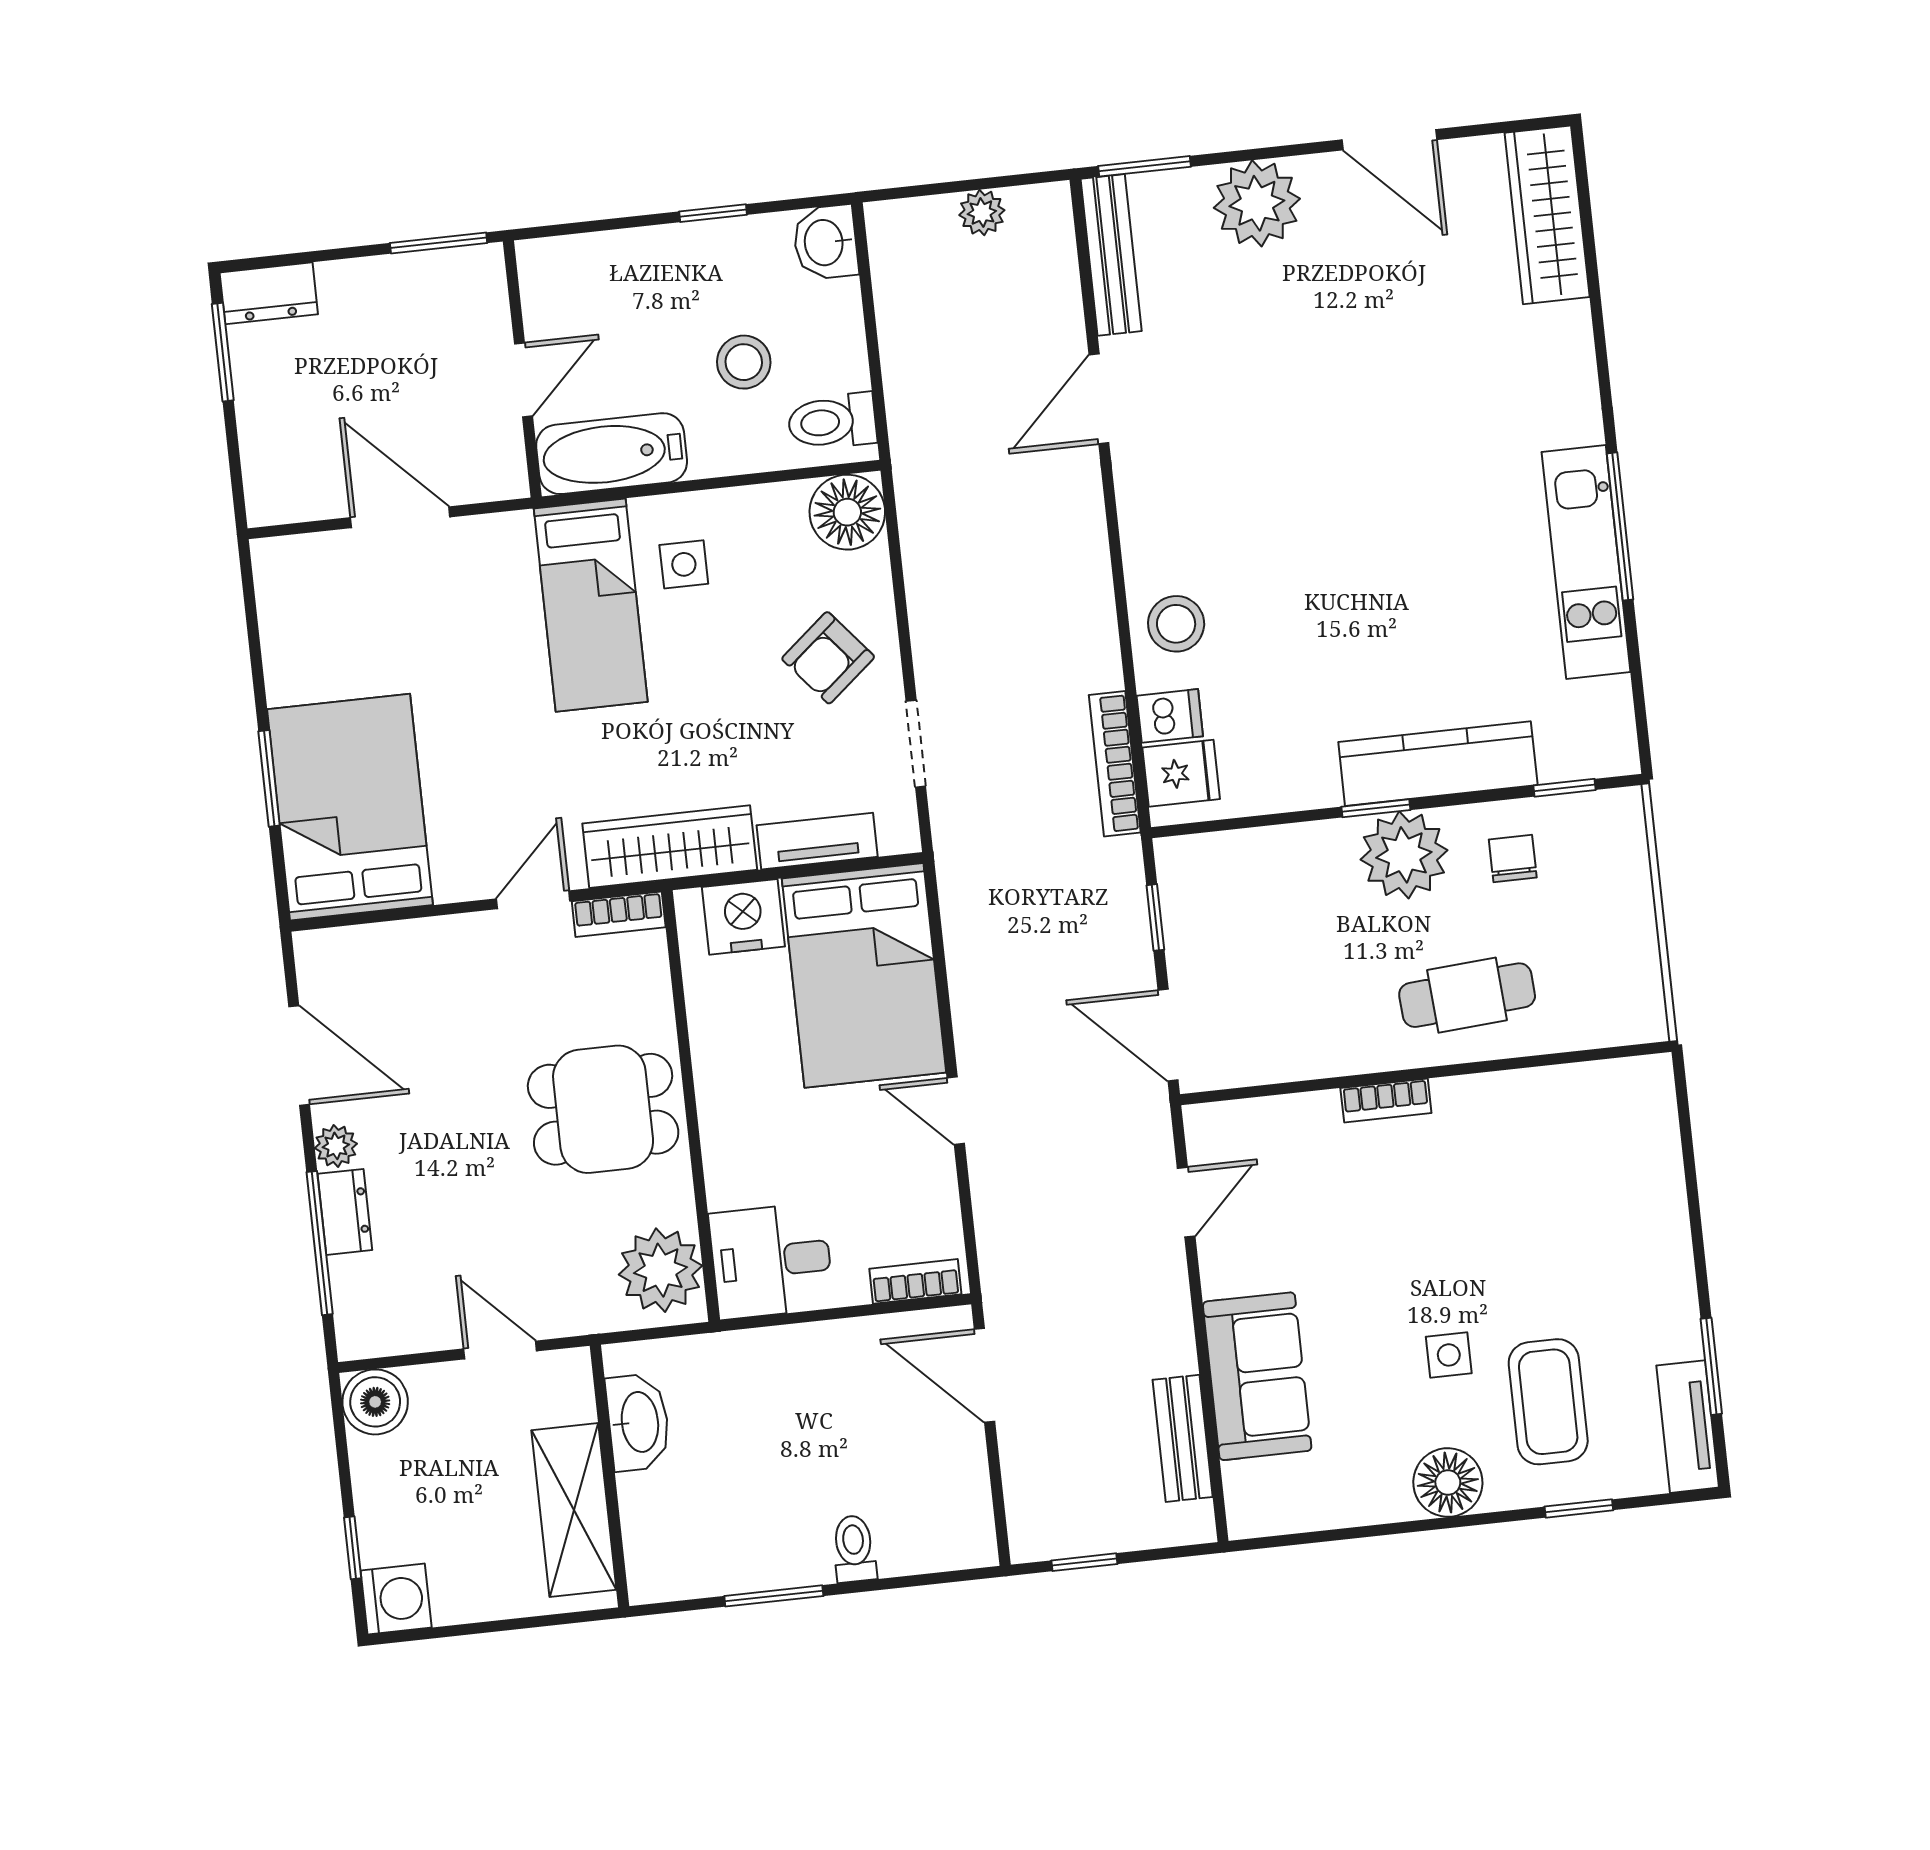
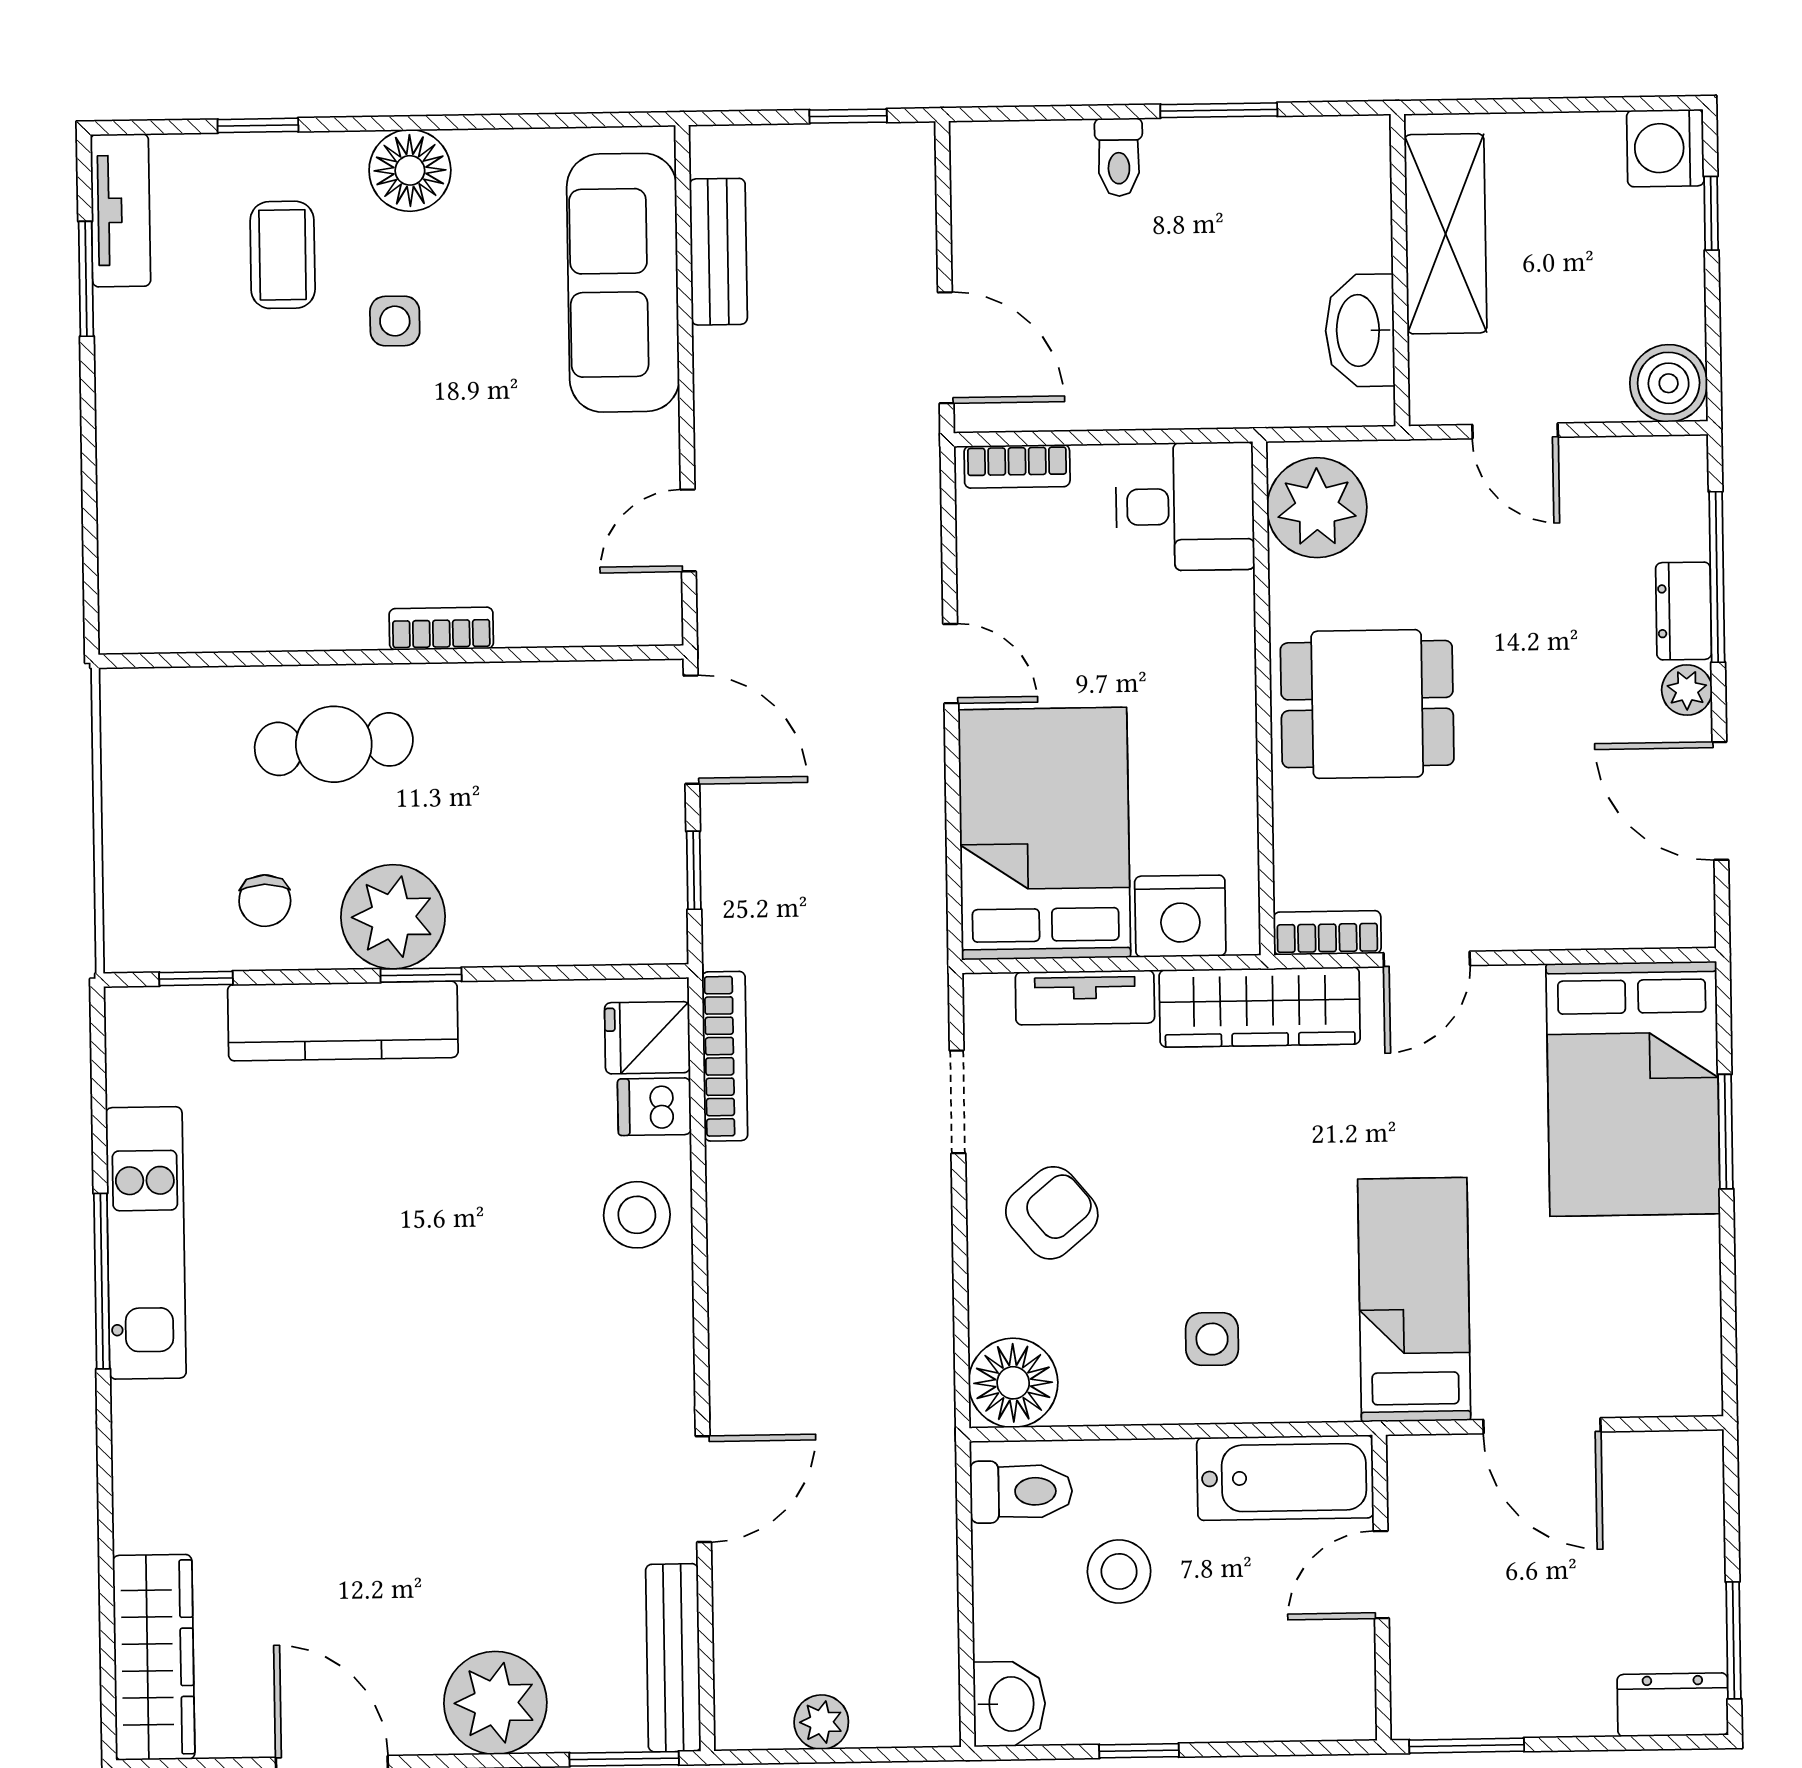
bed: (591, 605) -> (1414, 1300), moved
sofa: (1257, 1376) -> (623, 283), width x1.36
coffee table: (1548, 1402) -> (283, 255), width x0.73, depth x0.77

